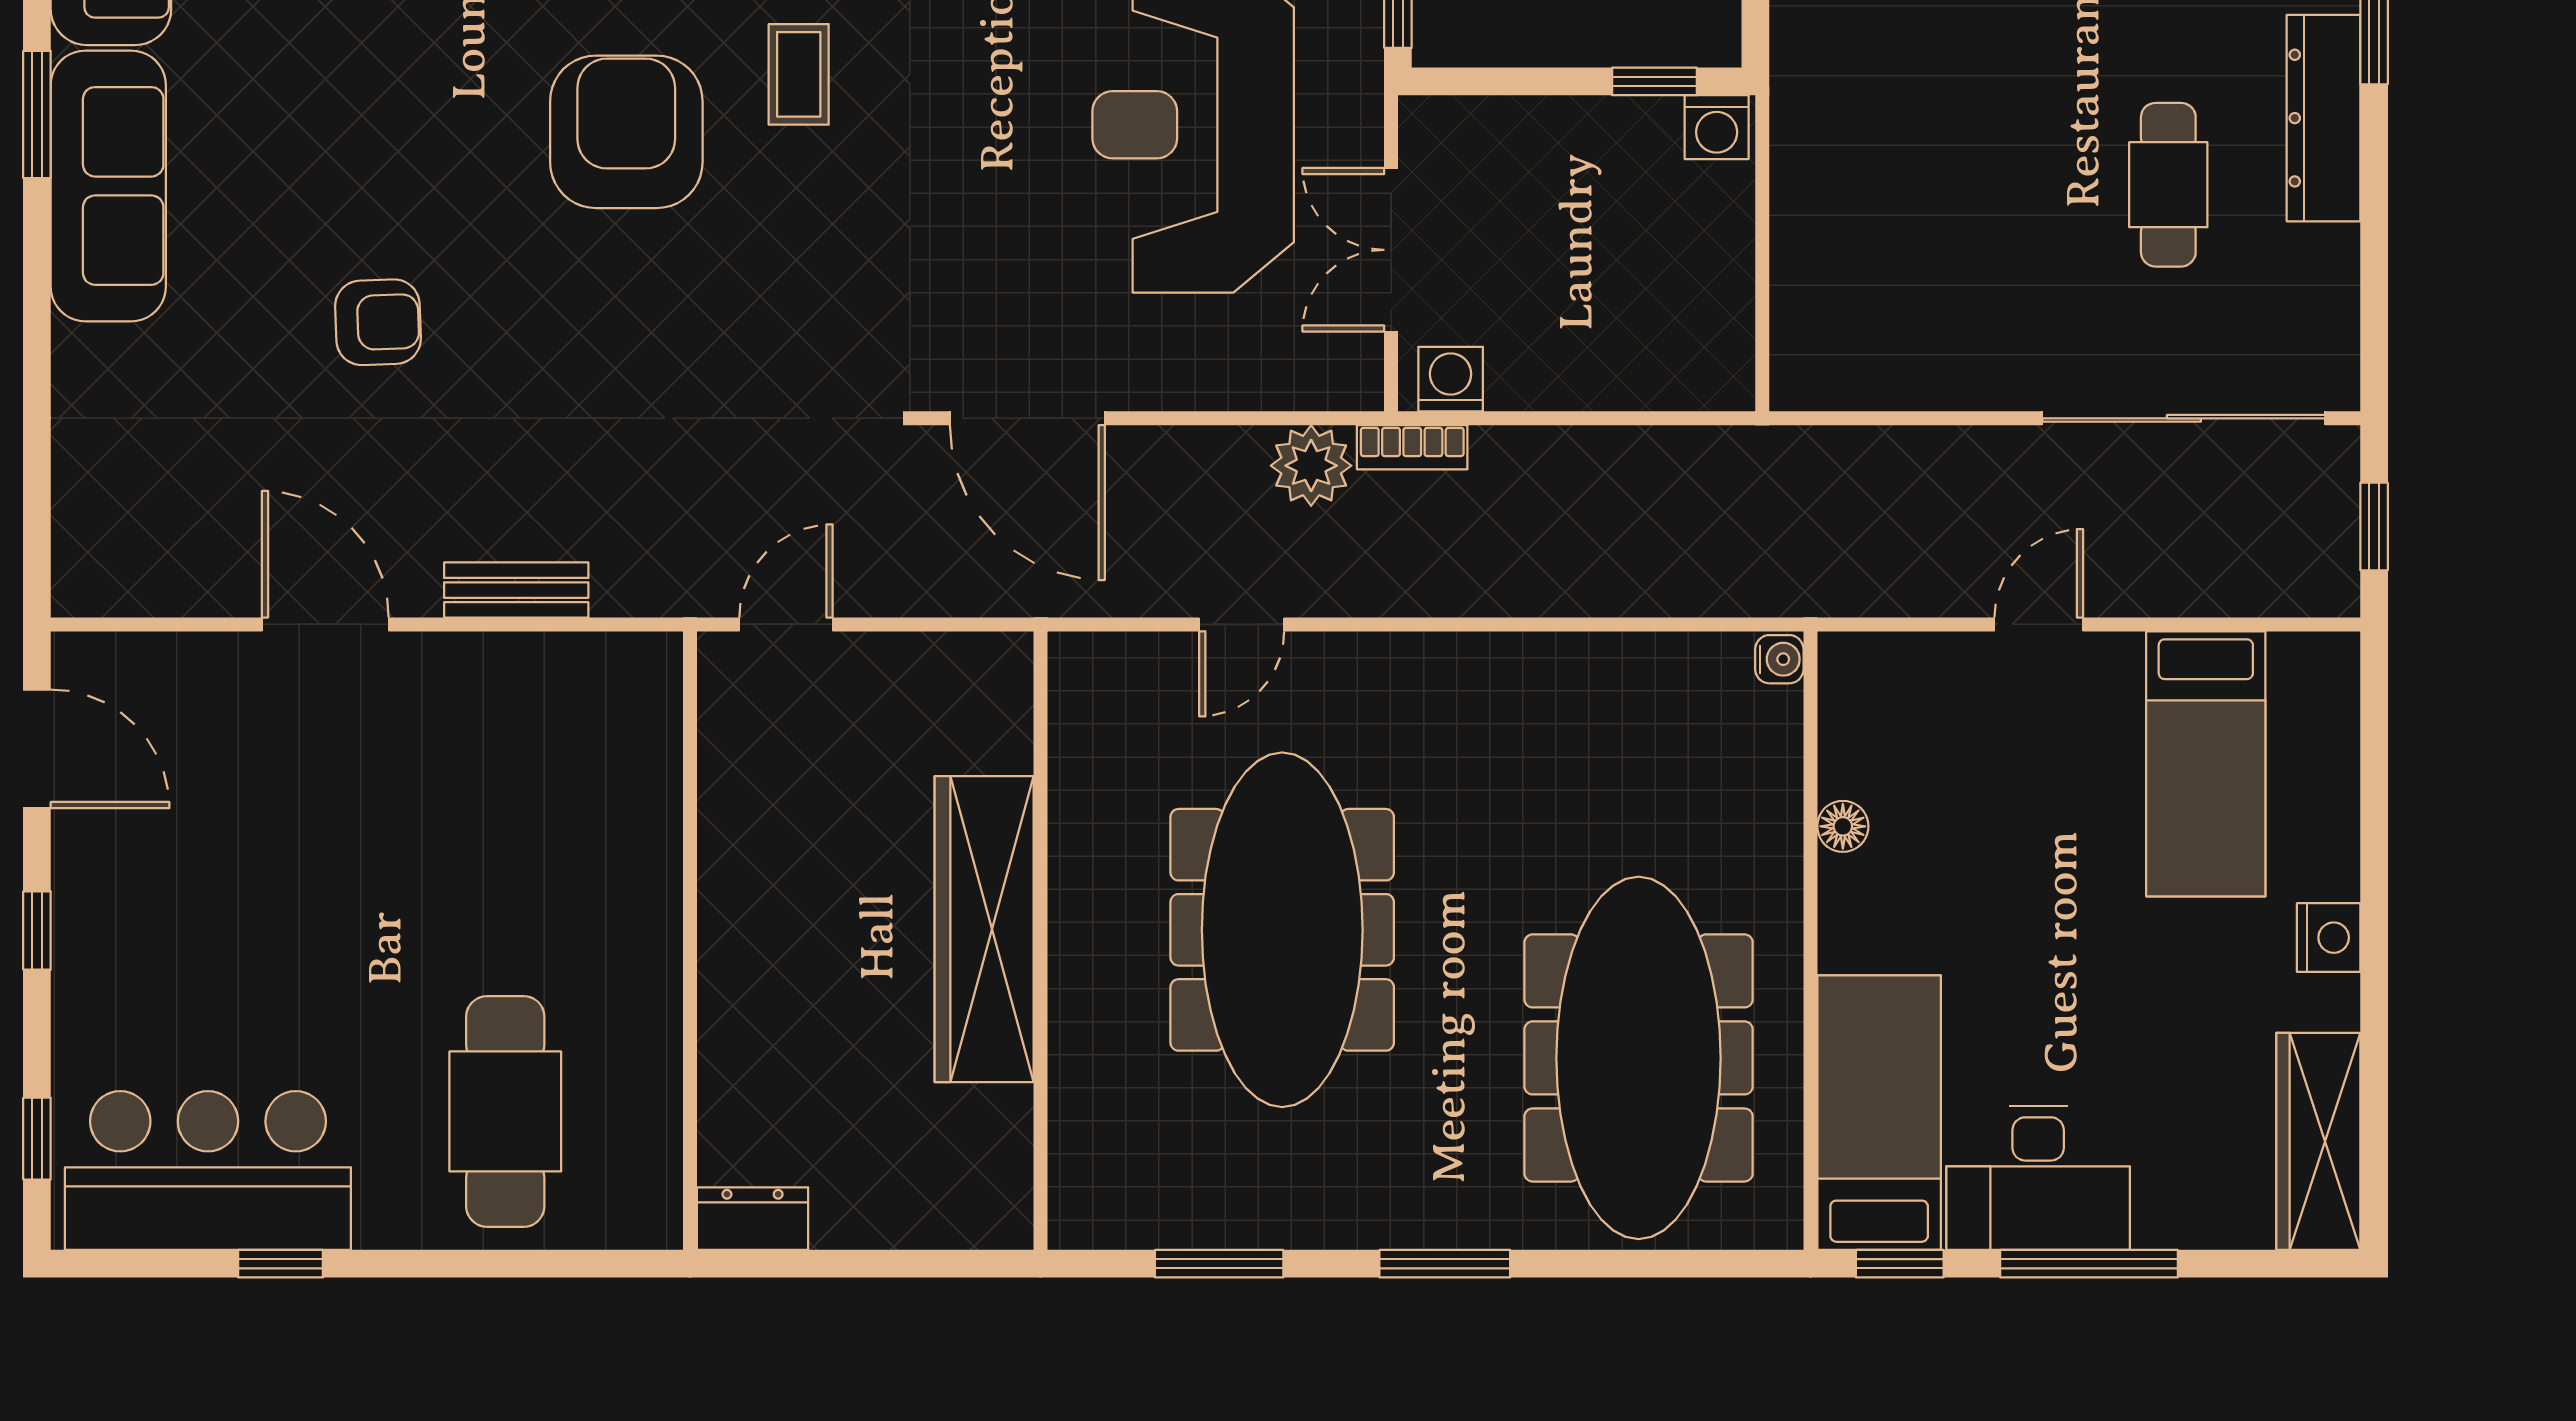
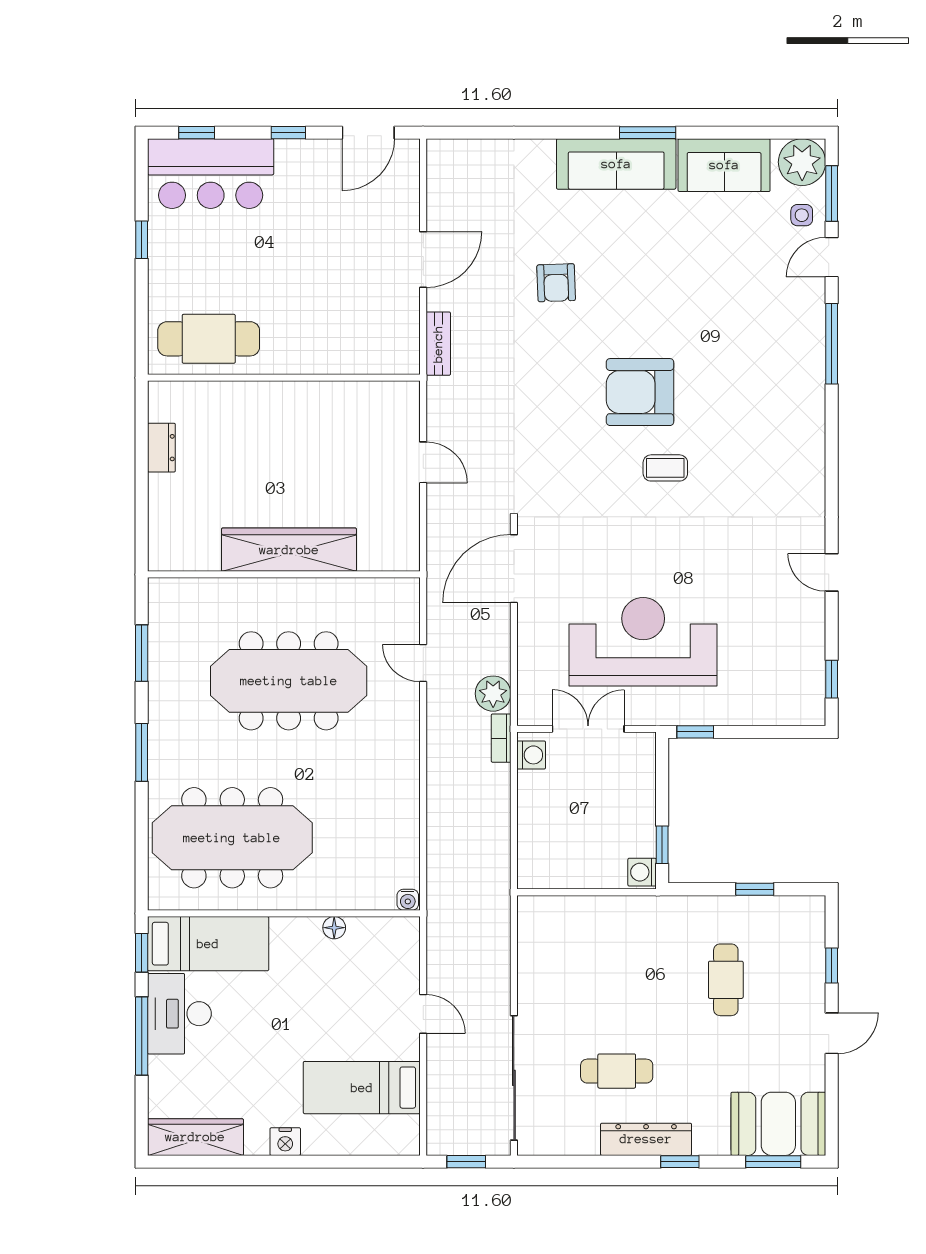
armchair: (626, 132) -> (640, 392), turned 180
wall: (690, 941) -> (284, 378), moved
bar counter: (208, 1171) -> (211, 174), moved, turned 90

